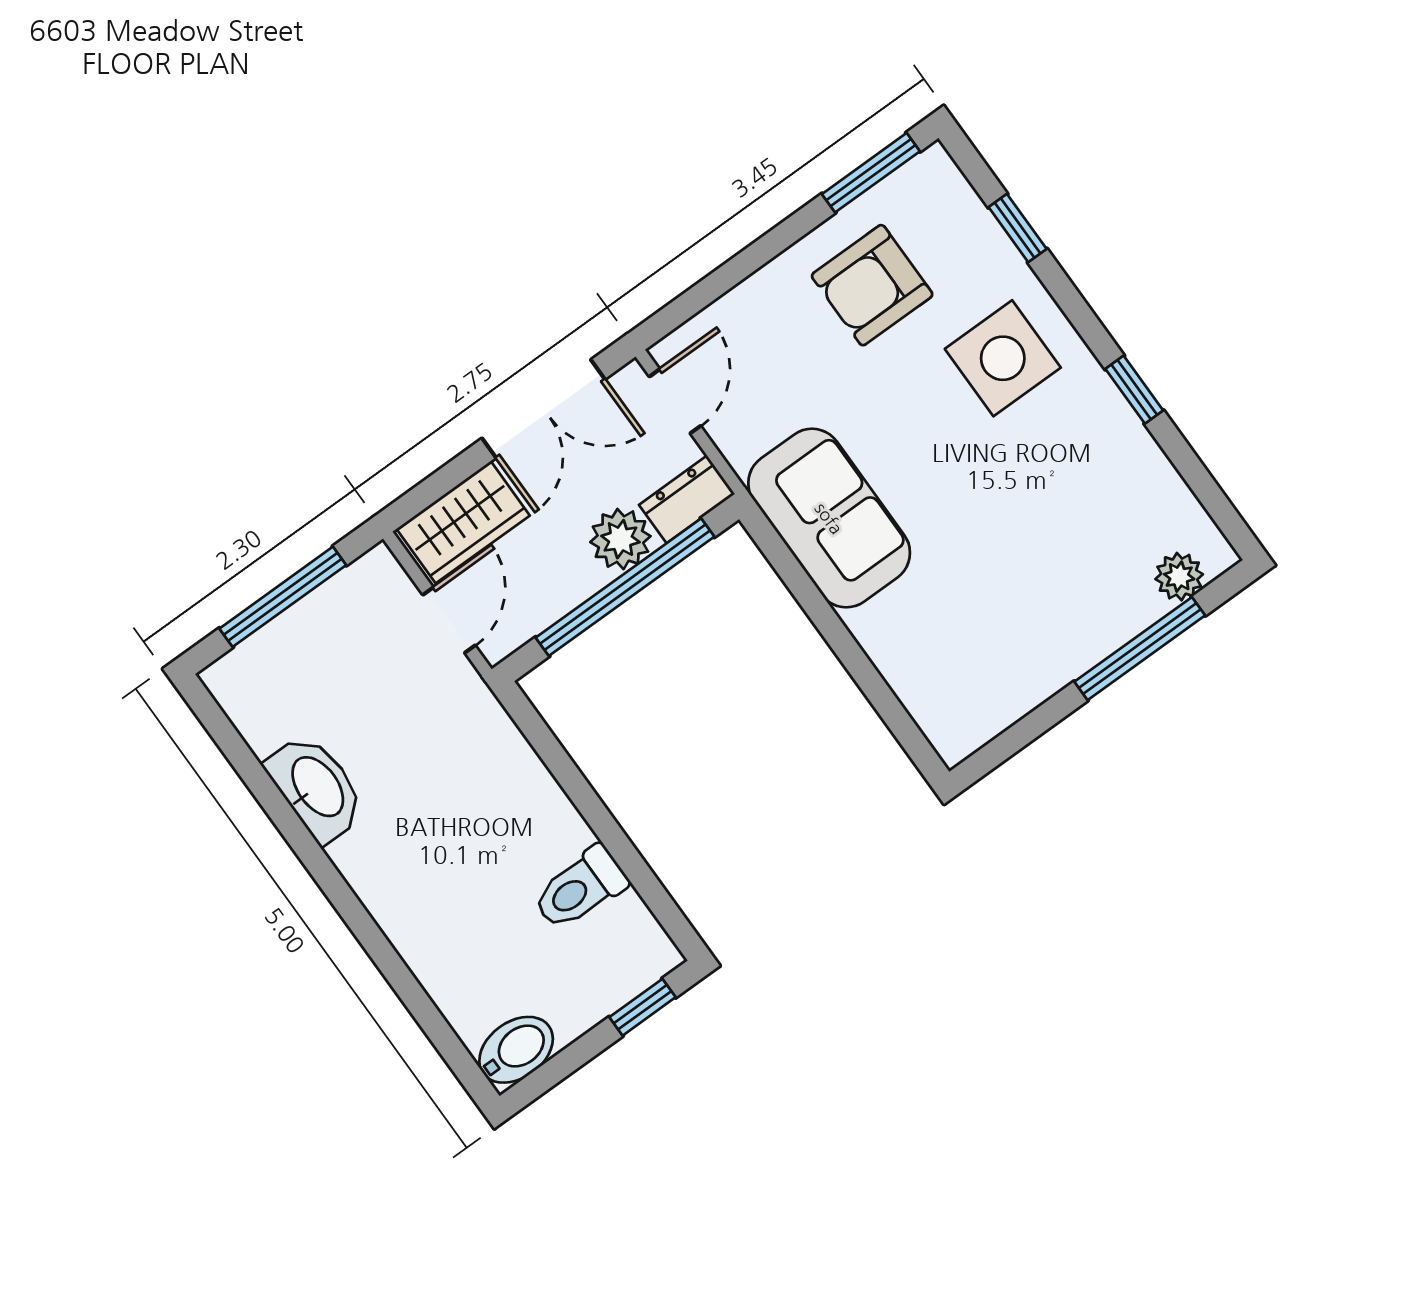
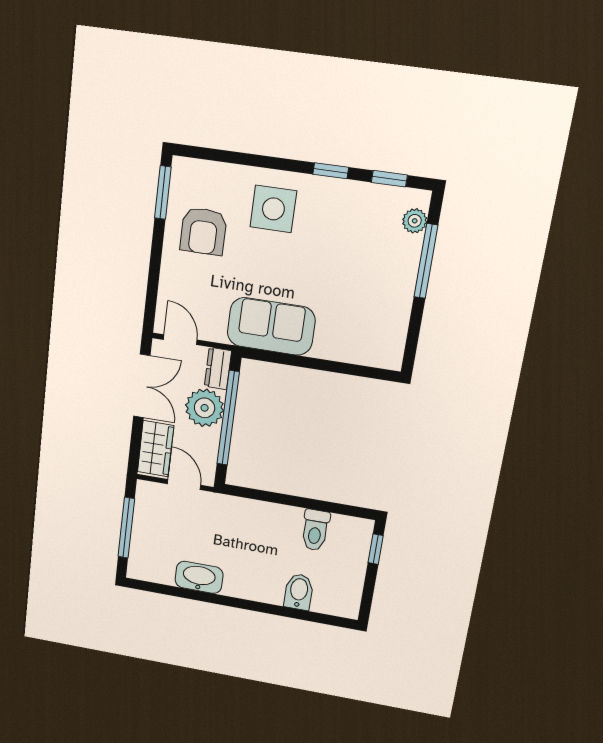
window: (1018, 228) -> (389, 179), moved
plant: (620, 539) -> (205, 408), width x1.36, depth x1.36
bidet: (516, 1050) -> (299, 592), moved

